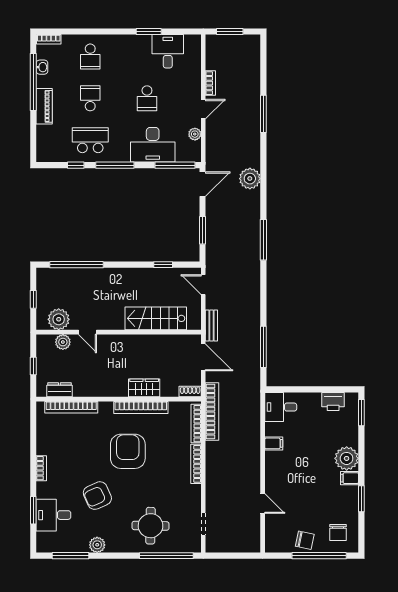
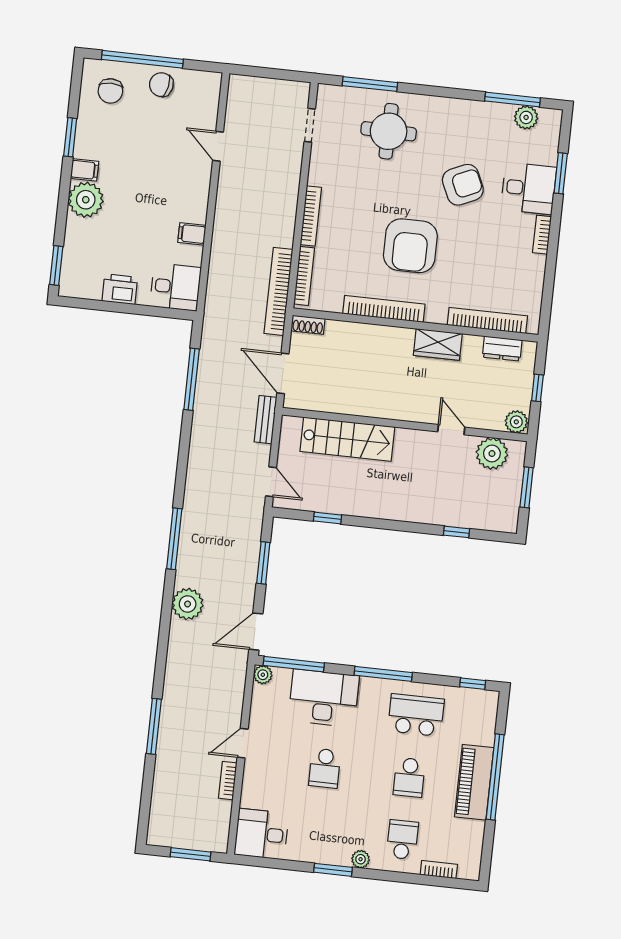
window: (149, 31) -> (333, 870), moved
bookcase: (49, 39) -> (439, 870), moved
plant: (117, 41) -> (361, 859), added
desk: (168, 51) -> (261, 834), moved, turned 90
washbasin: (42, 67) -> (476, 832), removed
window: (33, 82) -> (495, 777), moved
school desk: (147, 98) -> (325, 768), turned 180
piano: (44, 106) -> (474, 782), width x1.37, depth x1.33
plant: (195, 134) -> (263, 675), moved
school desk: (90, 140) -> (416, 715), turned 180
window: (76, 165) -> (473, 684), moved
plant: (250, 179) -> (188, 604), moved
window: (77, 265) -> (456, 532), width x0.32
window: (33, 299) -> (527, 487), width x1.50
plant: (63, 342) -> (516, 422), moved
wardrobe: (144, 388) -> (438, 344), moved
printer: (333, 402) -> (120, 289), moved
desk: (53, 515) -> (529, 188), moved
chair: (338, 532) -> (110, 91), turned 180
plant: (97, 545) -> (526, 117), moved
window: (166, 556) -> (370, 84), width x0.68

